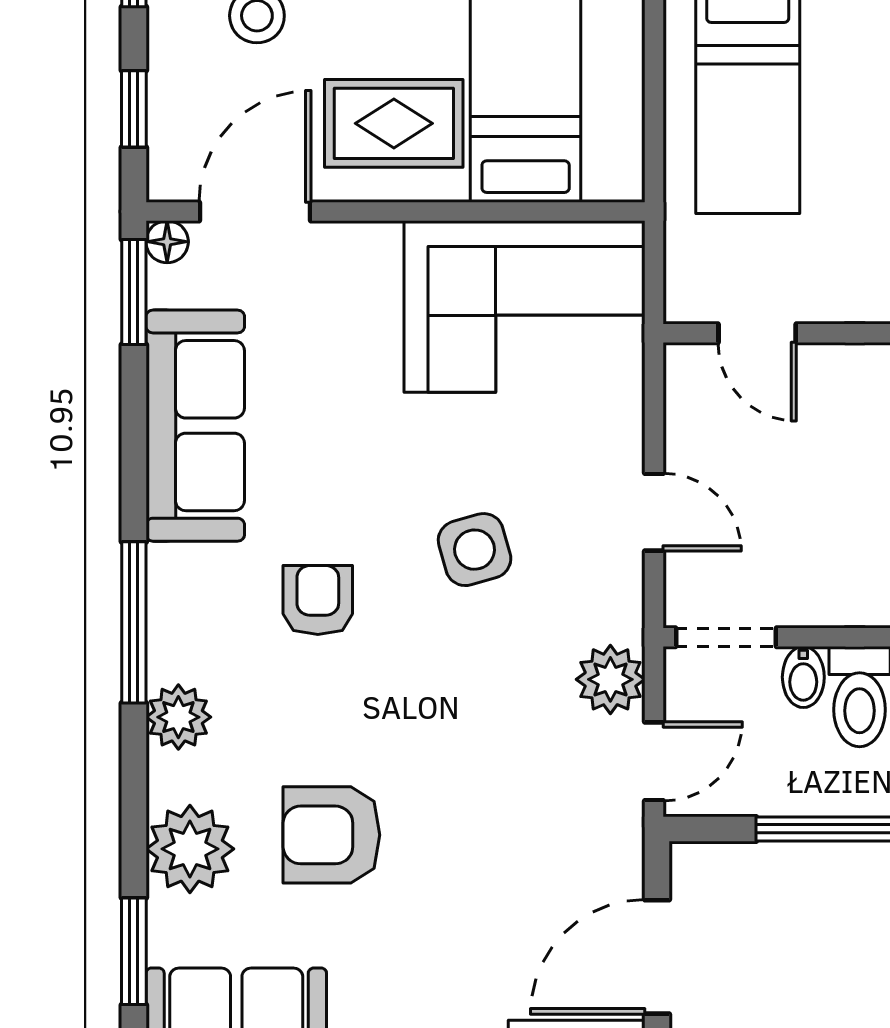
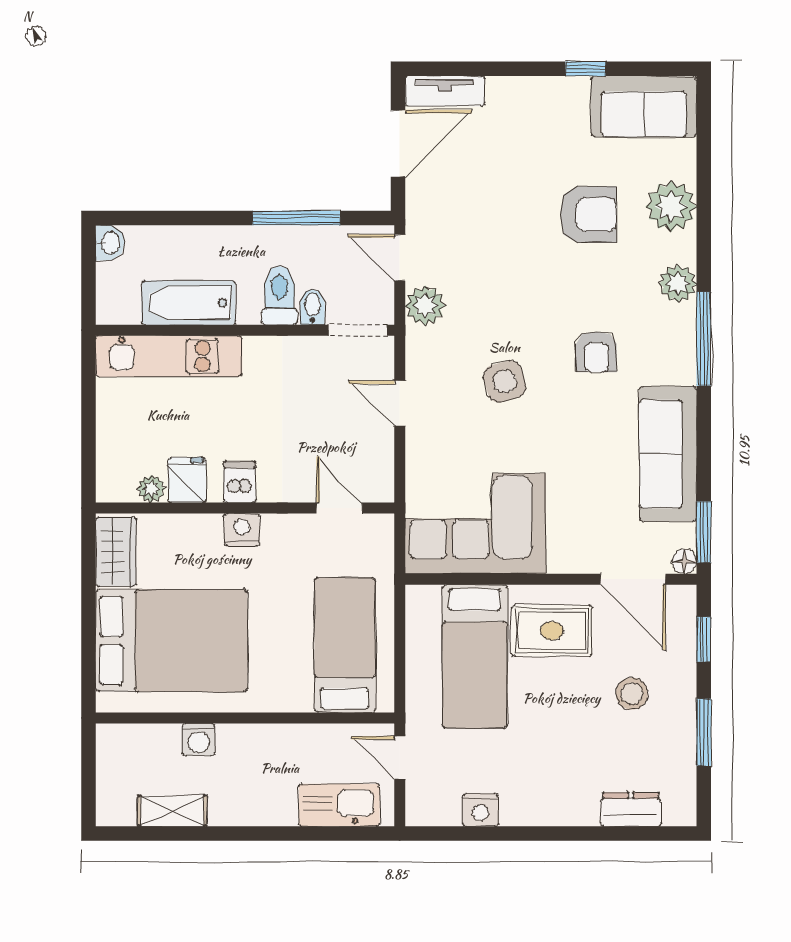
door: (255, 211) -> (633, 579), hinge flipped
door: (654, 761) -> (400, 258), hinge flipped
window: (134, 951) -> (704, 147), removed

